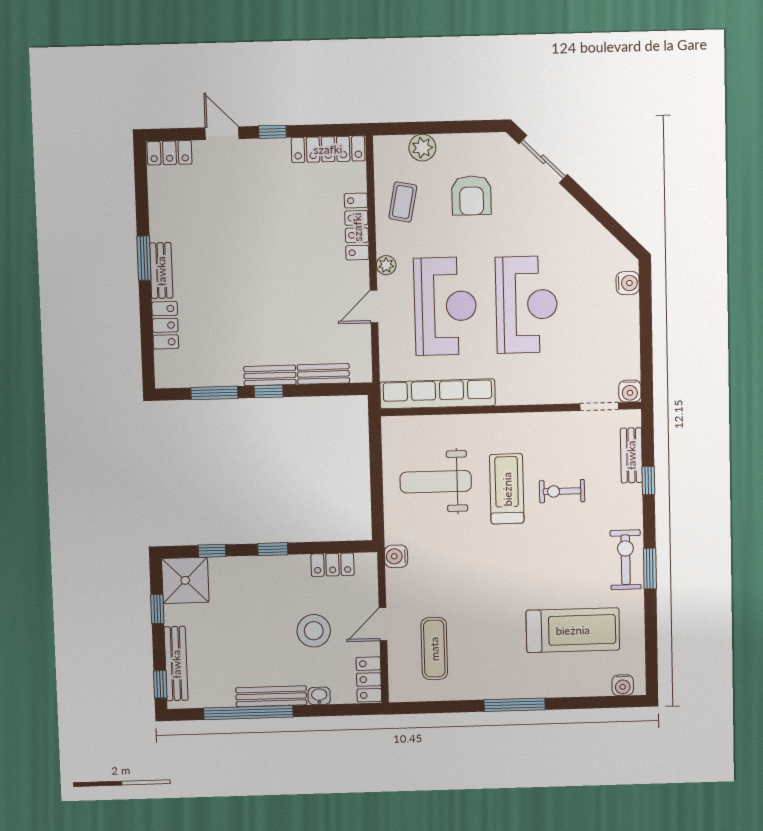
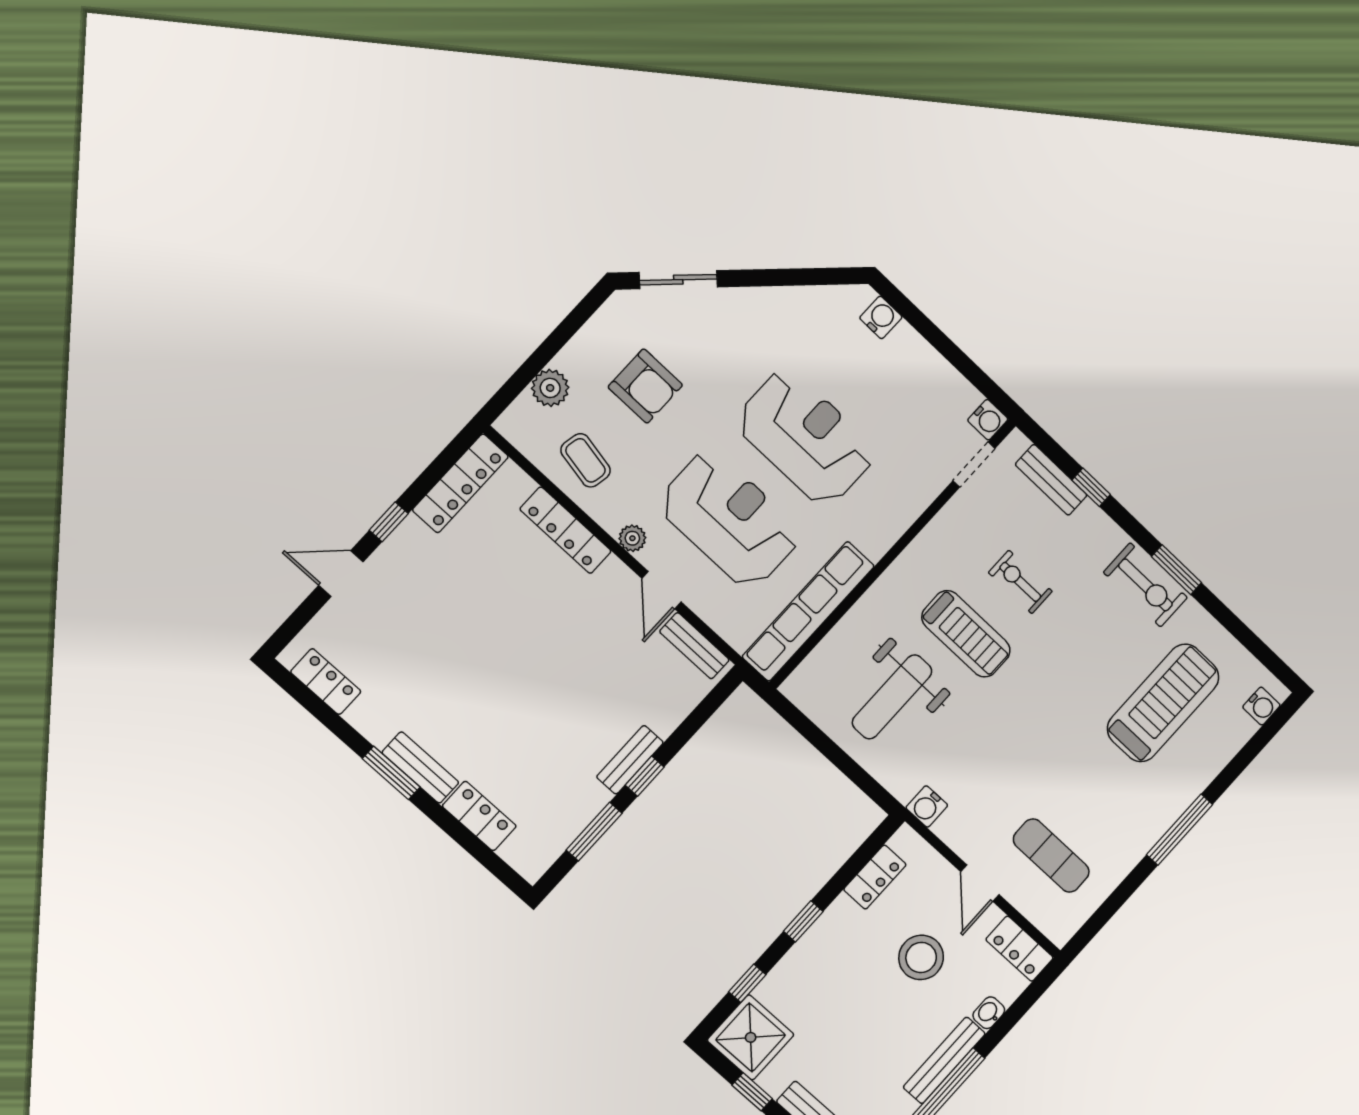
locker: (169, 153) -> (326, 682), moved, turned -90
bench: (323, 374) -> (694, 646), moved, turned 90
treadmill: (507, 489) -> (966, 634), turned 180
exercise bike: (562, 491) -> (1020, 582), turned 90
exercise bike: (626, 560) -> (1145, 585), turned 180

